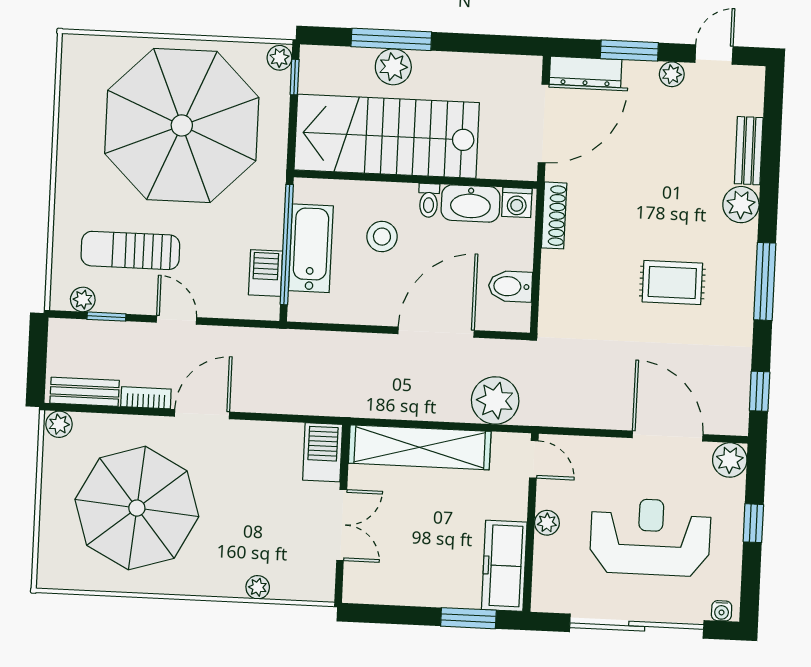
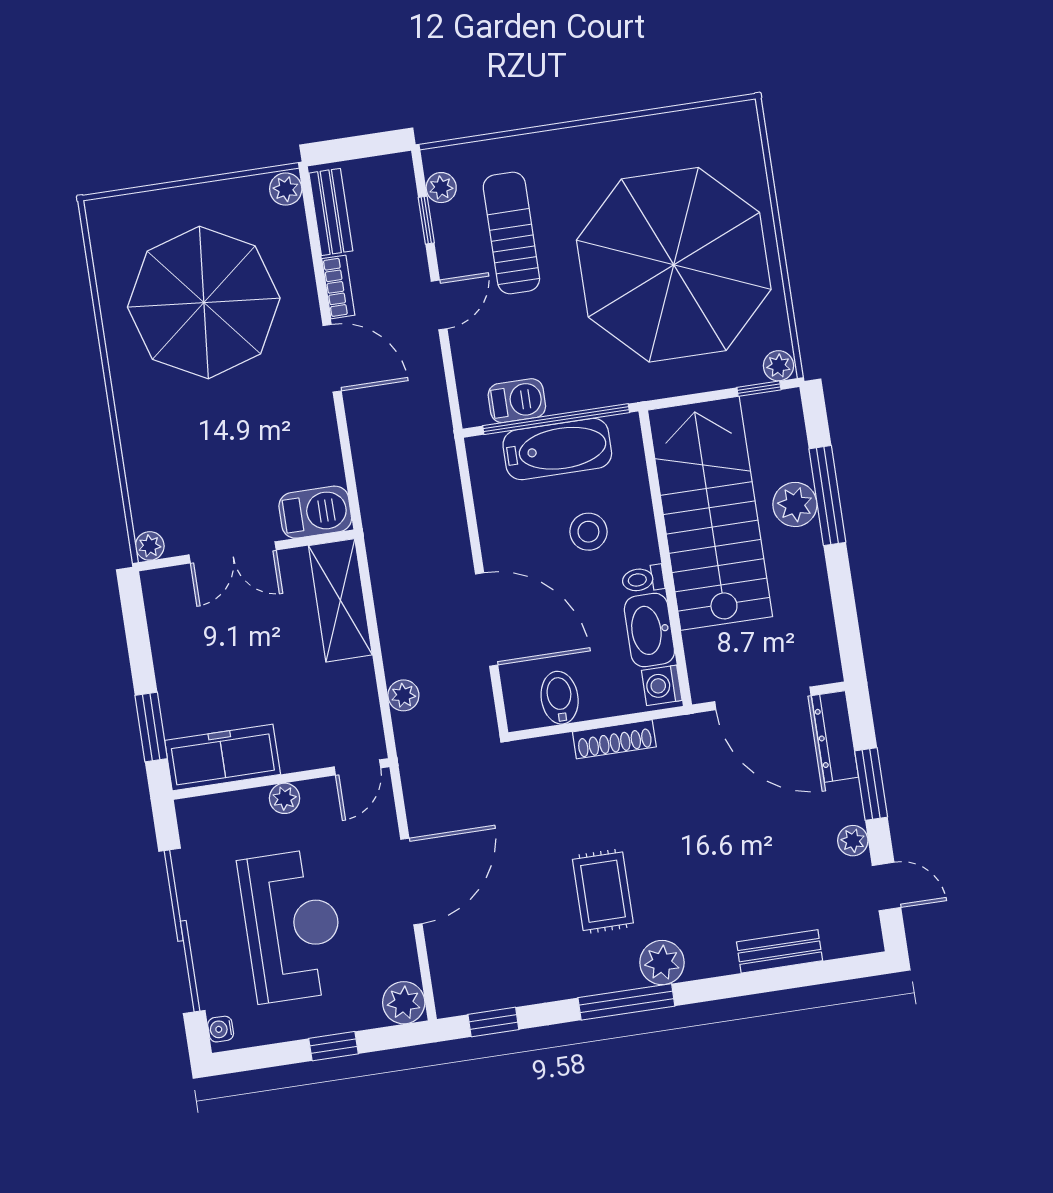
plant: (741, 205) -> (662, 963), moved
shoe rack: (554, 215) -> (614, 739), moved
plant: (495, 400) -> (403, 695), width x0.53, depth x0.53
door: (668, 436) -> (411, 881), moved
shelving: (420, 447) -> (340, 600), width x0.68
plant: (258, 587) -> (150, 546), moved

